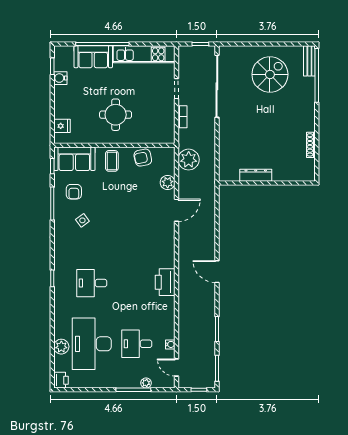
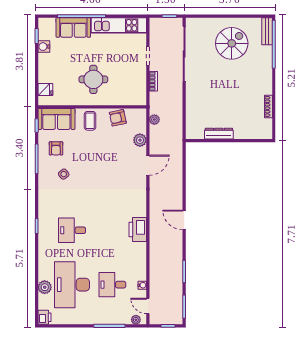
plant: (189, 160) -> (154, 120), width x0.53, depth x0.53
plant: (146, 383) -> (136, 320), moved

